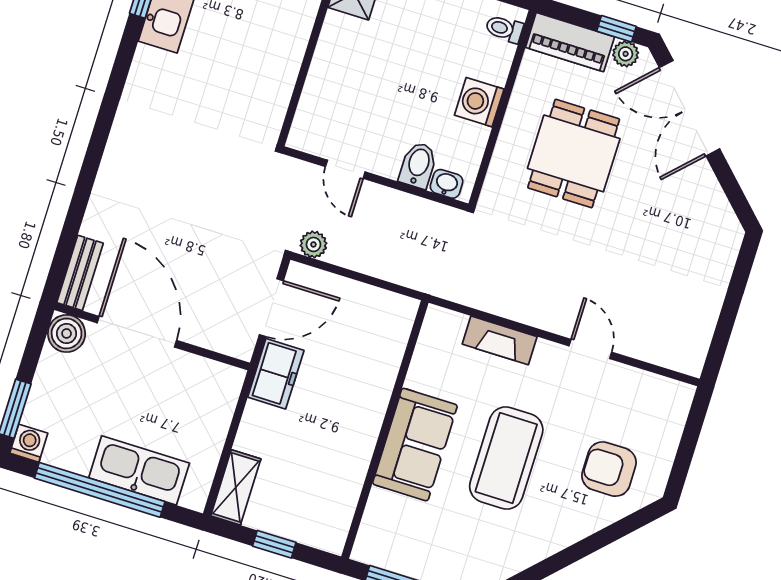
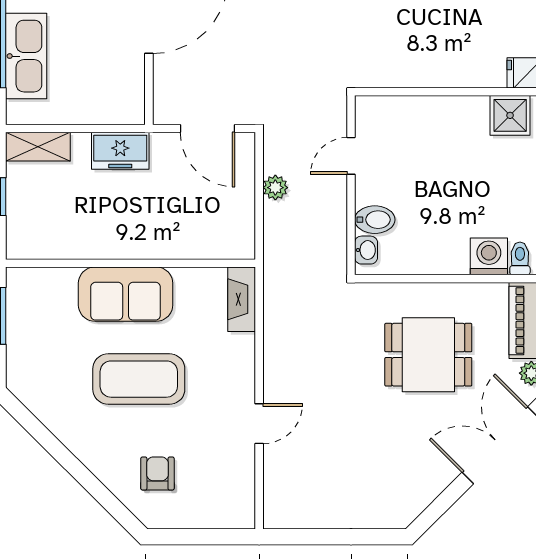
washing machine: (479, 102) -> (489, 256), moved
plant: (313, 244) -> (275, 188), moved
fireplace: (500, 340) -> (242, 299), moved
freezer: (276, 374) -> (120, 151), moved
armchair: (609, 469) -> (157, 474), width x0.72, depth x0.72

